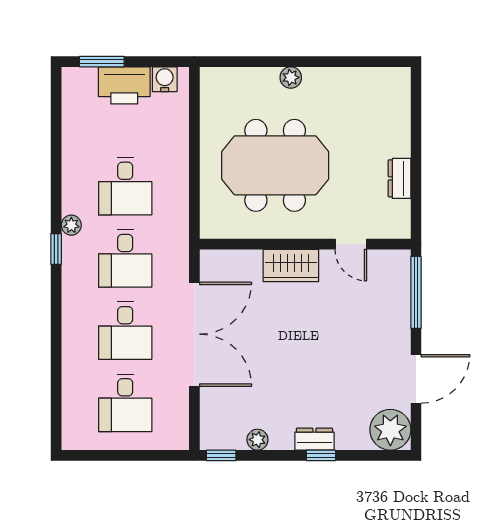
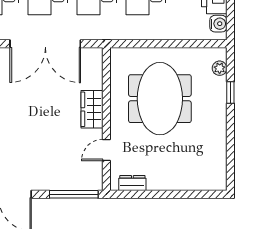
window: (266, 62) -> (230, 93), added
plant: (291, 77) -> (220, 68), moved
dresser: (399, 178) -> (132, 183), moved

